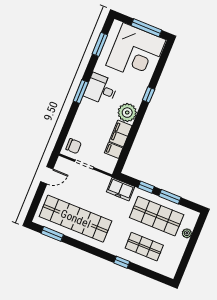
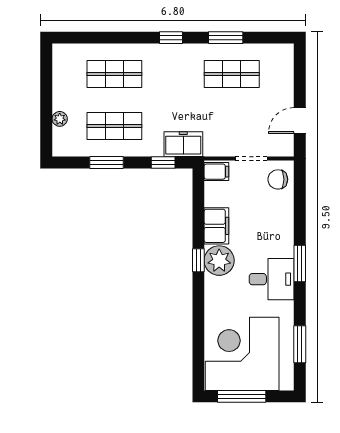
window: (149, 95) -> (198, 260), moved
filing cabinet: (114, 150) -> (216, 172), moved
window: (146, 187) -> (163, 162), moved
shop shelf: (157, 216) -> (114, 126), width x0.70, depth x0.74
shop shelf: (76, 219) -> (232, 74), width x0.50, depth x0.74
window: (52, 234) -> (226, 38), moved
window: (122, 262) -> (171, 38), moved

